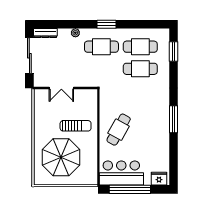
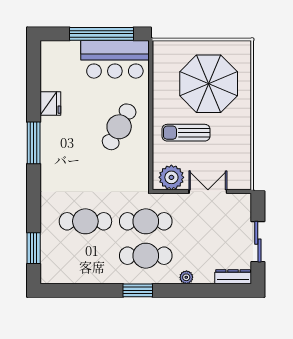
cafe table: (140, 47) -> (146, 221), moved
sliding door: (29, 56) -> (258, 242), width x0.73
plant: (85, 97) -> (171, 177), added
fridge: (159, 179) -> (50, 104), moved, turned -90

